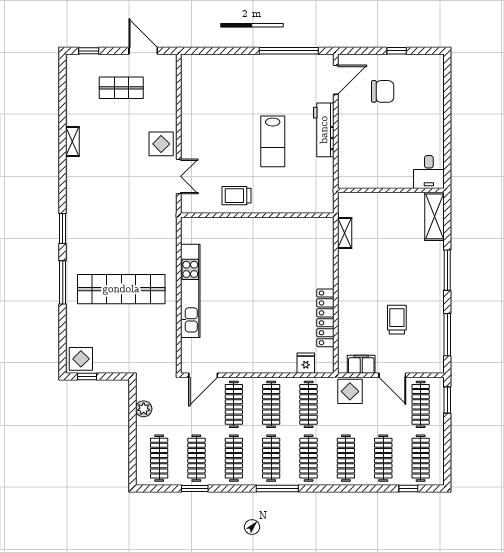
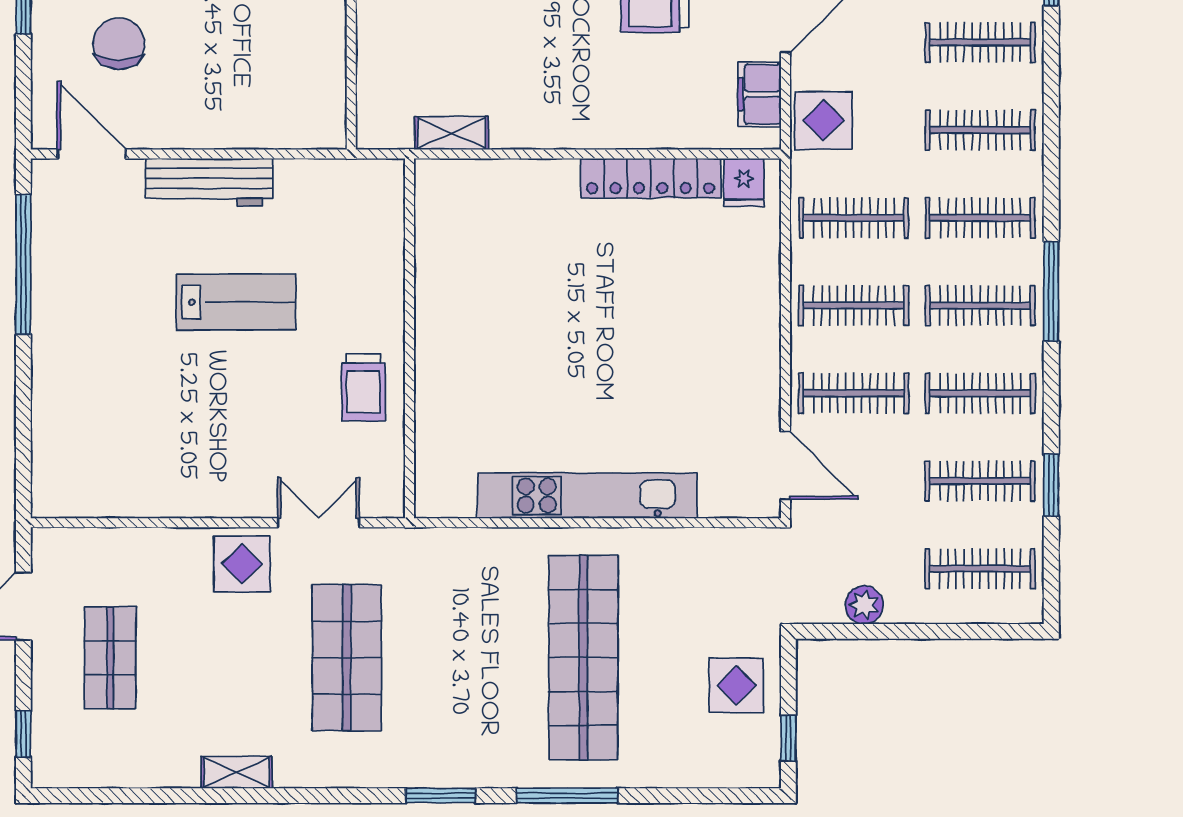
shop shelf: (121, 189) -> (347, 658), added
display table: (81, 359) -> (736, 685), moved
fridge: (306, 363) -> (744, 183), moved, turned -90

